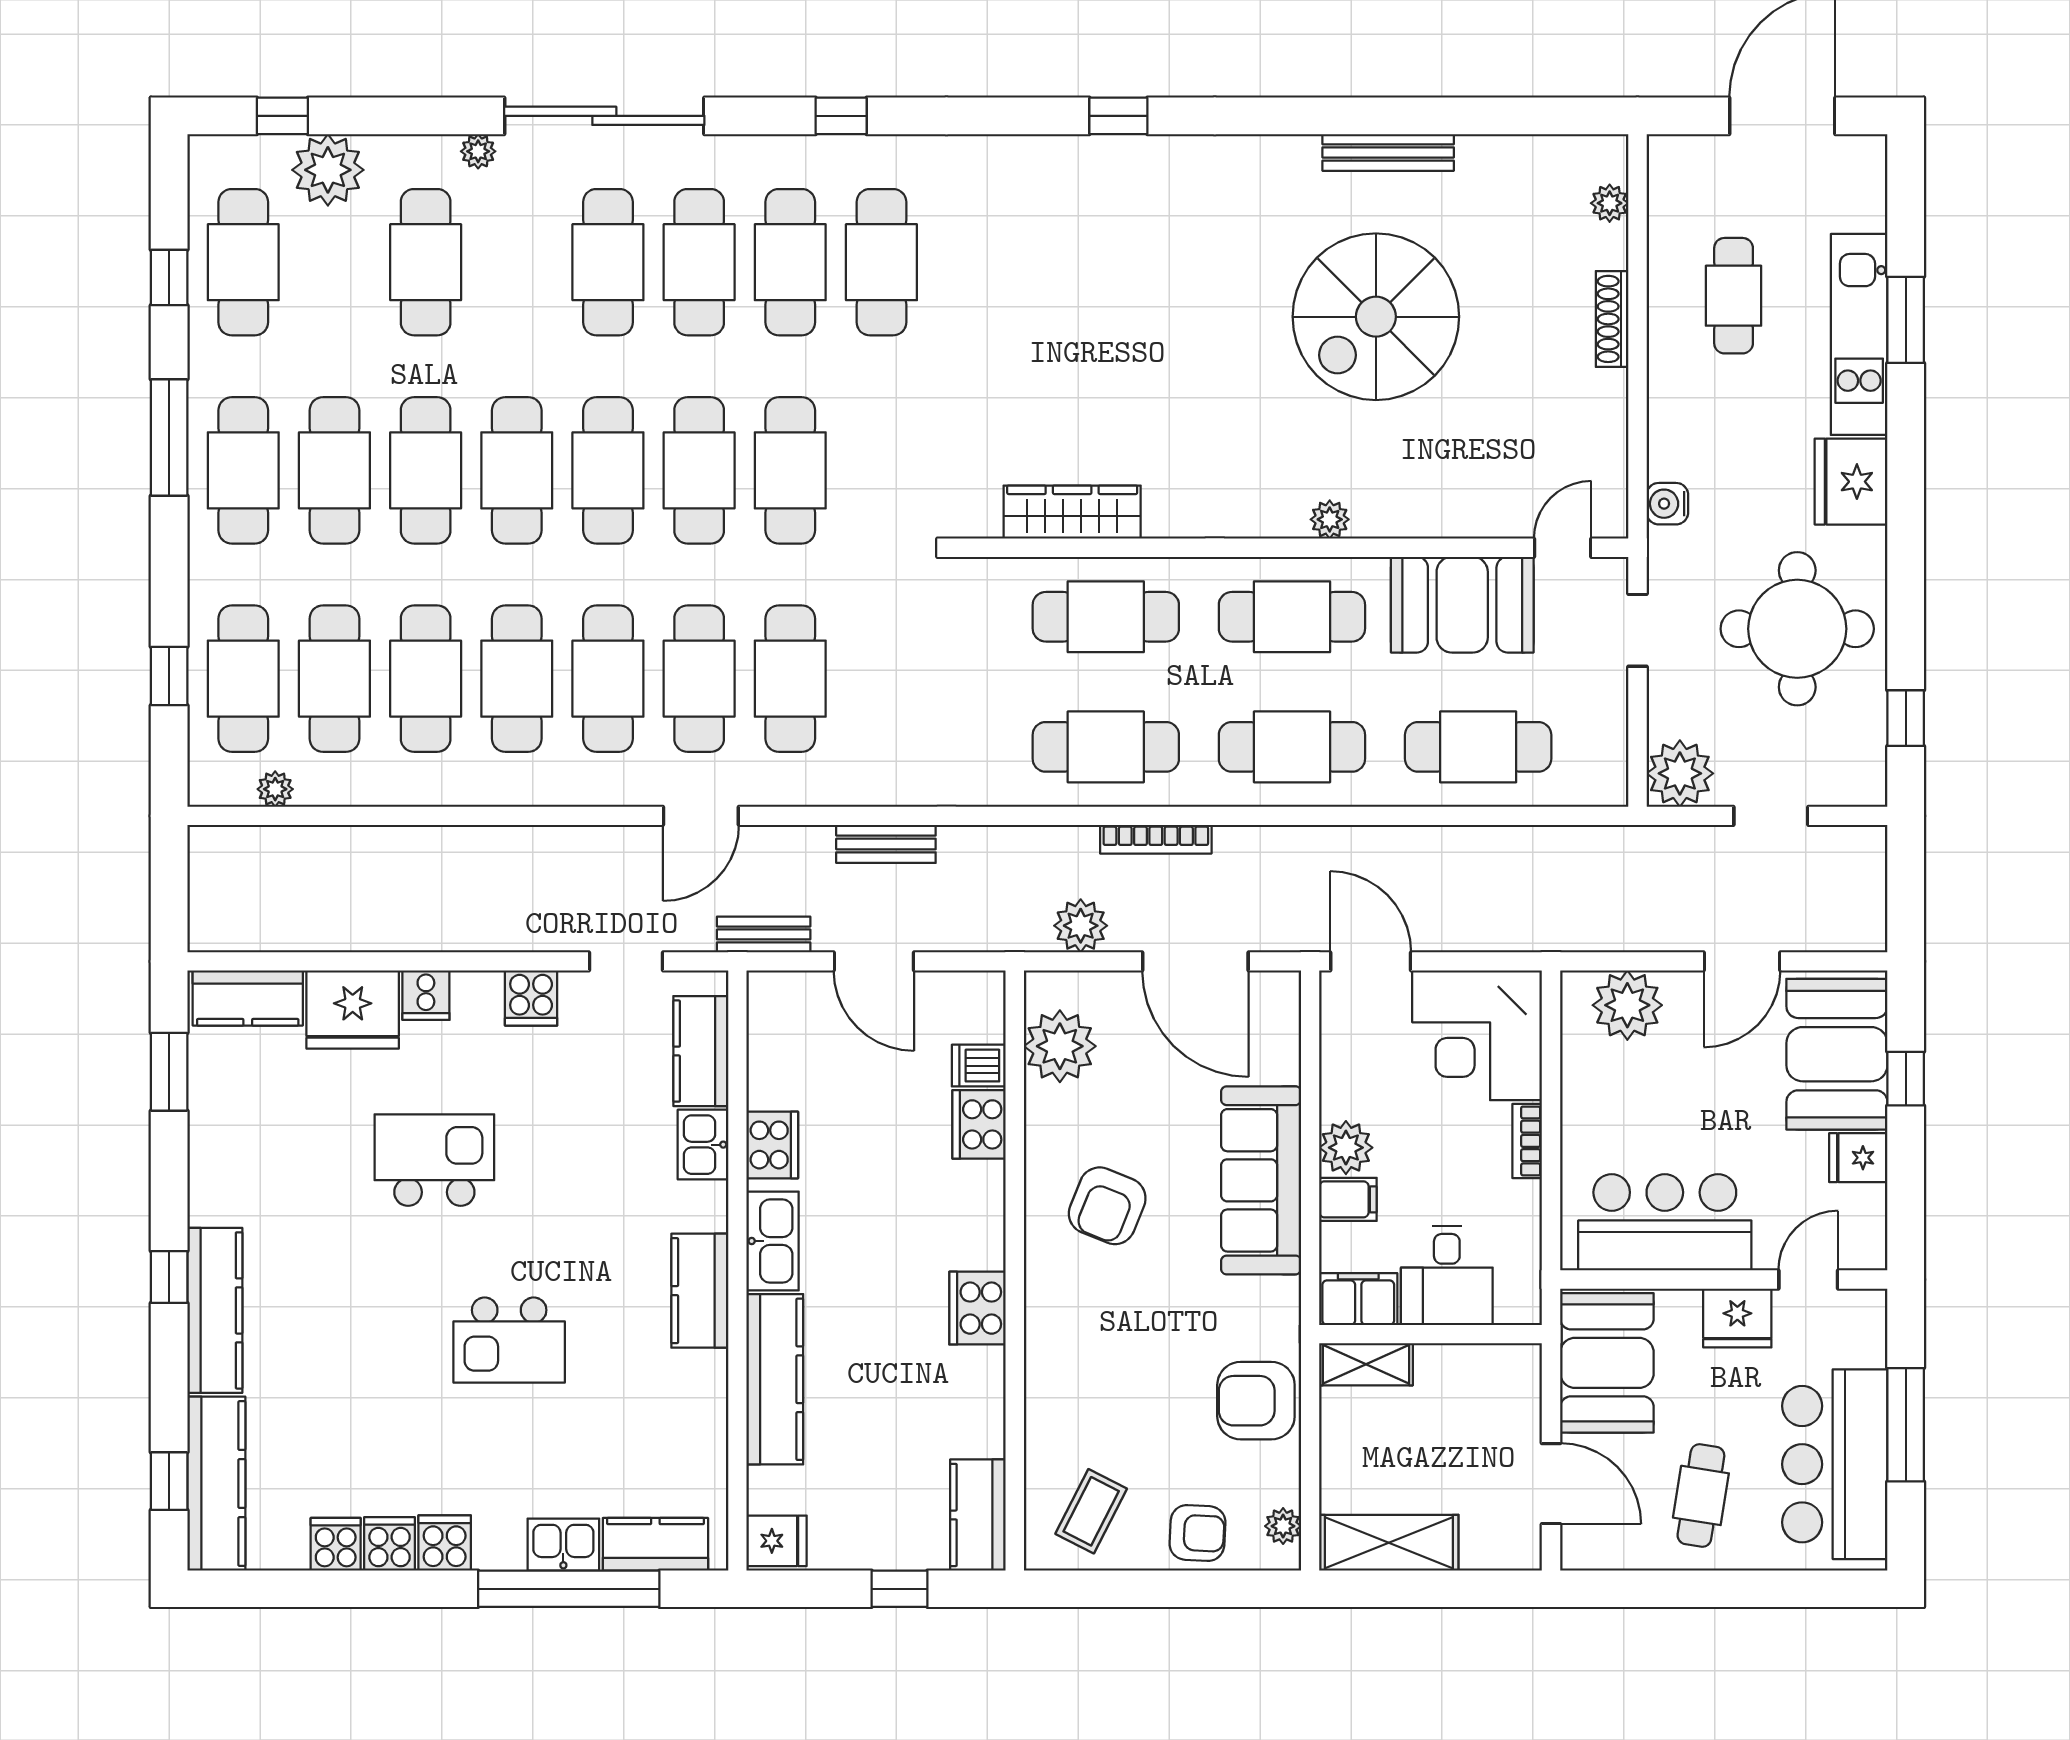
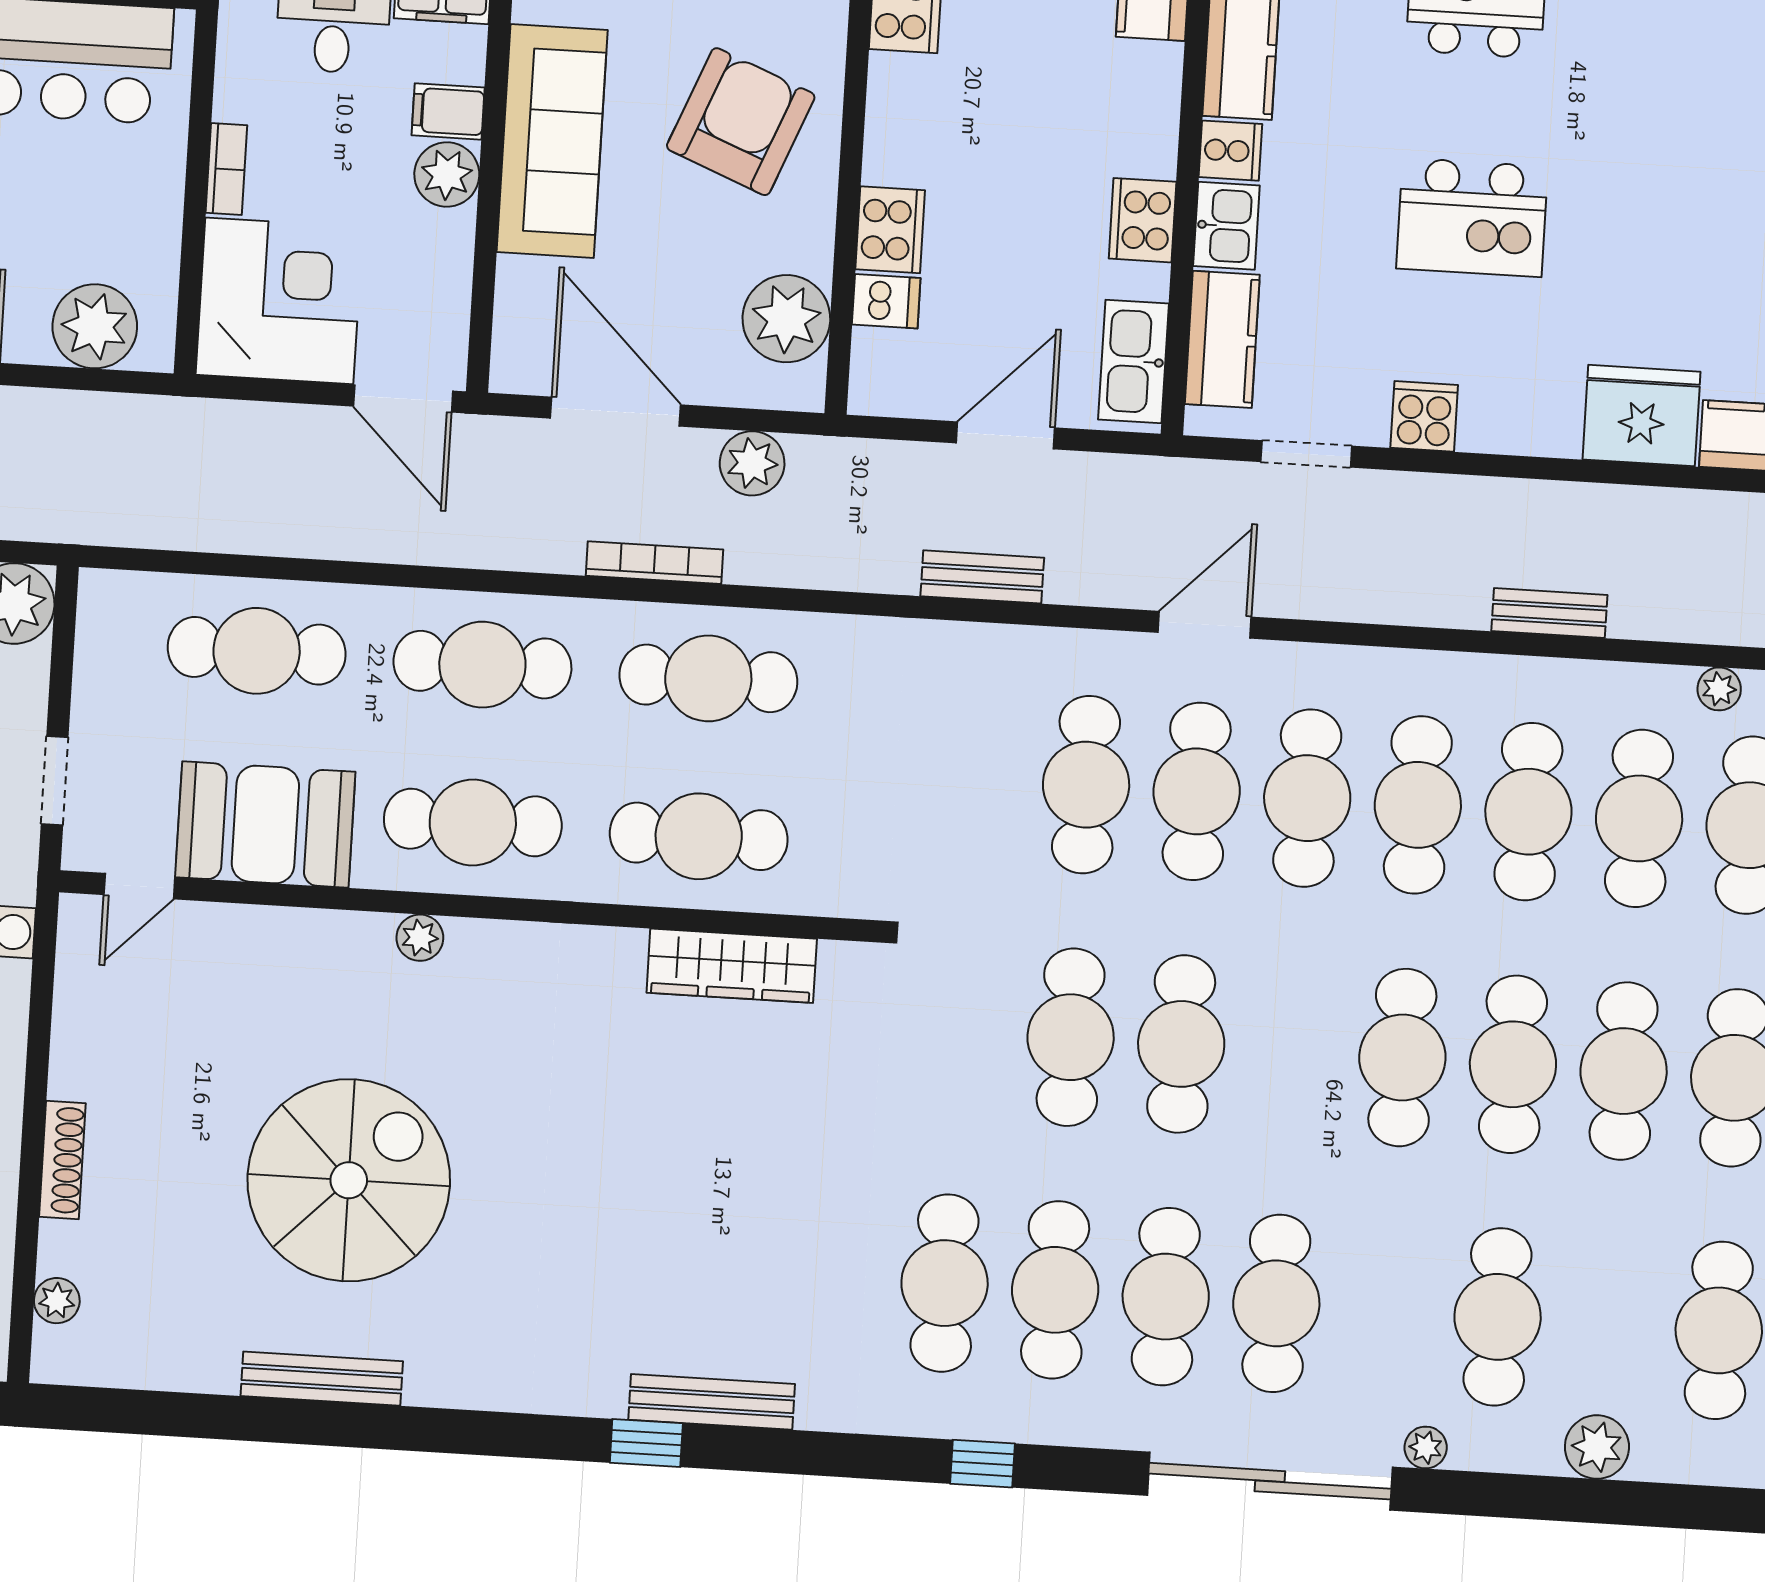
window: (282, 116) -> (1660, 1505), removed
bench: (1067, 153) -> (712, 1402), added
plant: (328, 170) -> (1597, 1447), width x0.73, depth x0.73
cafe table: (608, 470) -> (1292, 1051), removed
bench: (764, 934) -> (1549, 613), moved
door: (874, 961) -> (1006, 435), hinge flipped
cooker: (426, 995) -> (1230, 151), moved, turned 90
kitchen island: (434, 1160) -> (1472, 217), moved
armchair: (1107, 1206) -> (741, 122), width x1.36, depth x1.36
kitchen sink: (773, 1241) -> (1134, 361), moved

